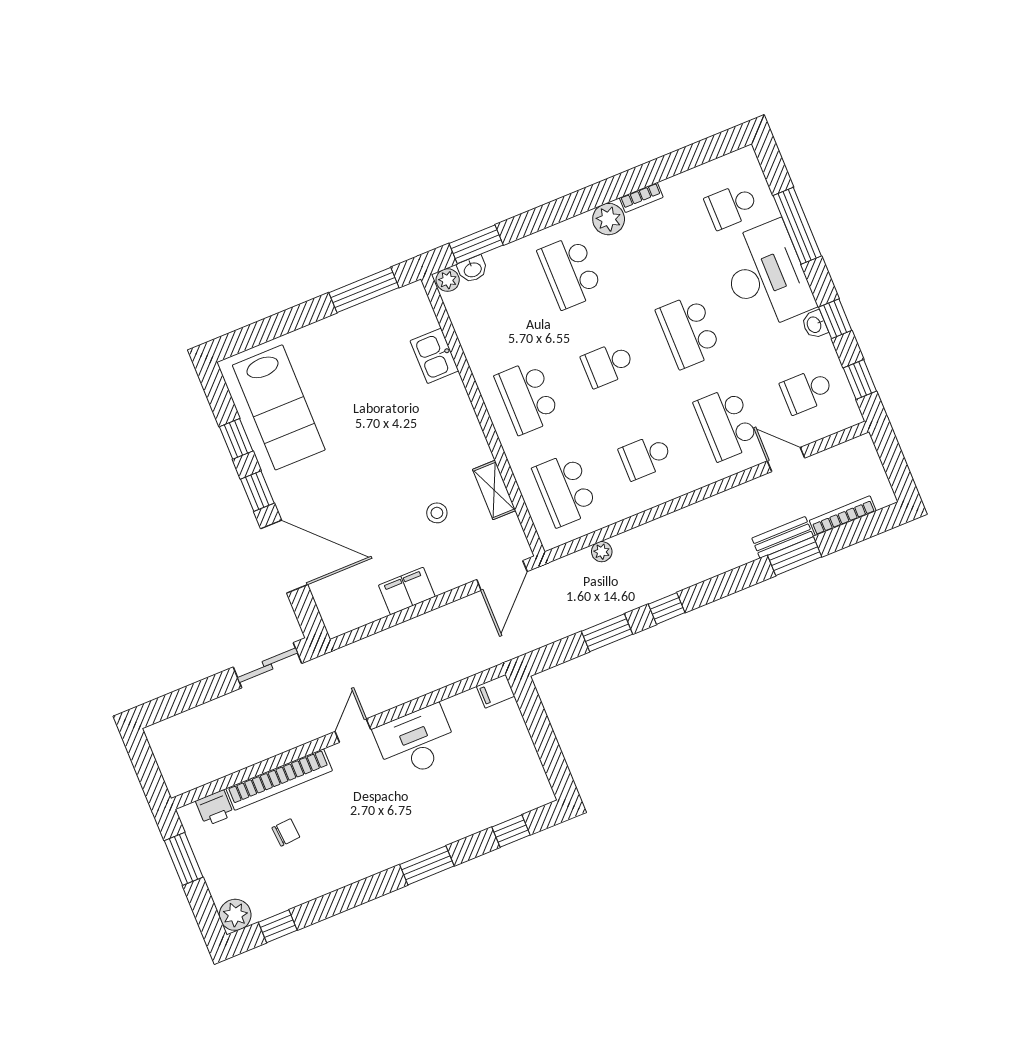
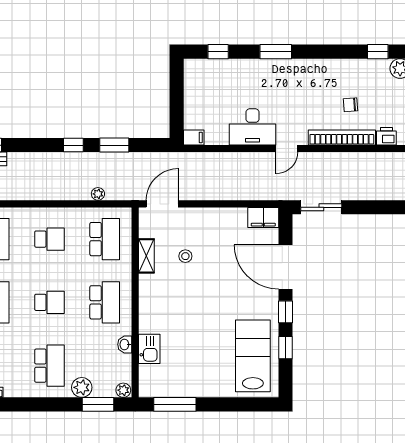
plant: (609, 219) -> (82, 387), moved
washbasin: (472, 269) -> (125, 344), moved, turned -90
filing cabinet: (407, 591) -> (263, 217), moved

